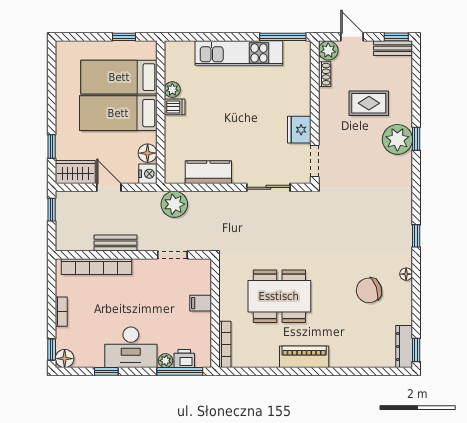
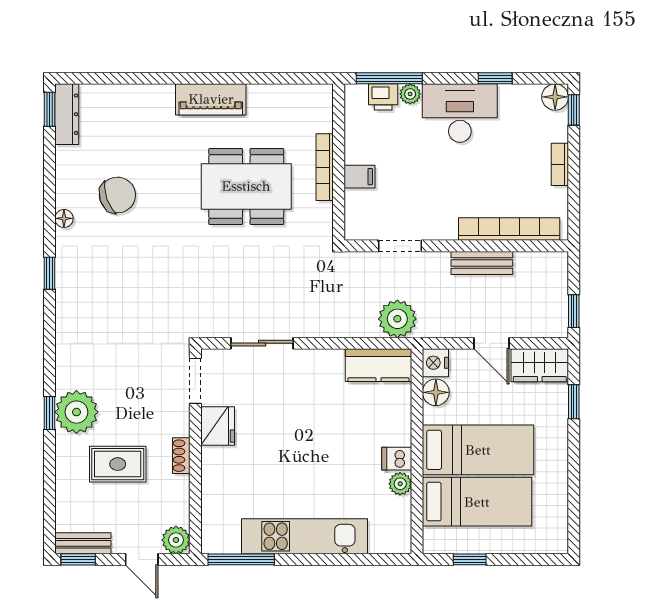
shoe rack: (325, 74) -> (181, 456), moved
kitchen counter: (208, 172) -> (378, 365), moved
bookcase: (225, 344) -> (325, 167), moved

